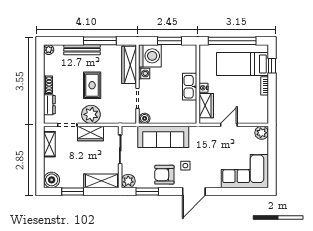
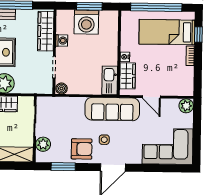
washing machine: (150, 56) -> (86, 22), moved, turned 90
kitchen sink: (190, 87) -> (110, 80), moved
door: (229, 125) -> (151, 97), swing flipped
sofa: (163, 137) -> (112, 109), moved
armchair: (164, 175) -> (82, 149), turned 180
plant: (128, 181) -> (43, 144), moved

